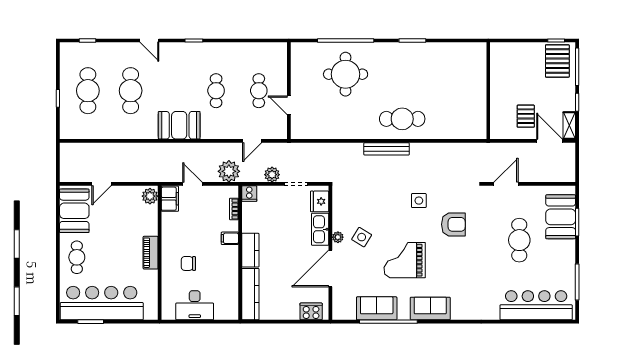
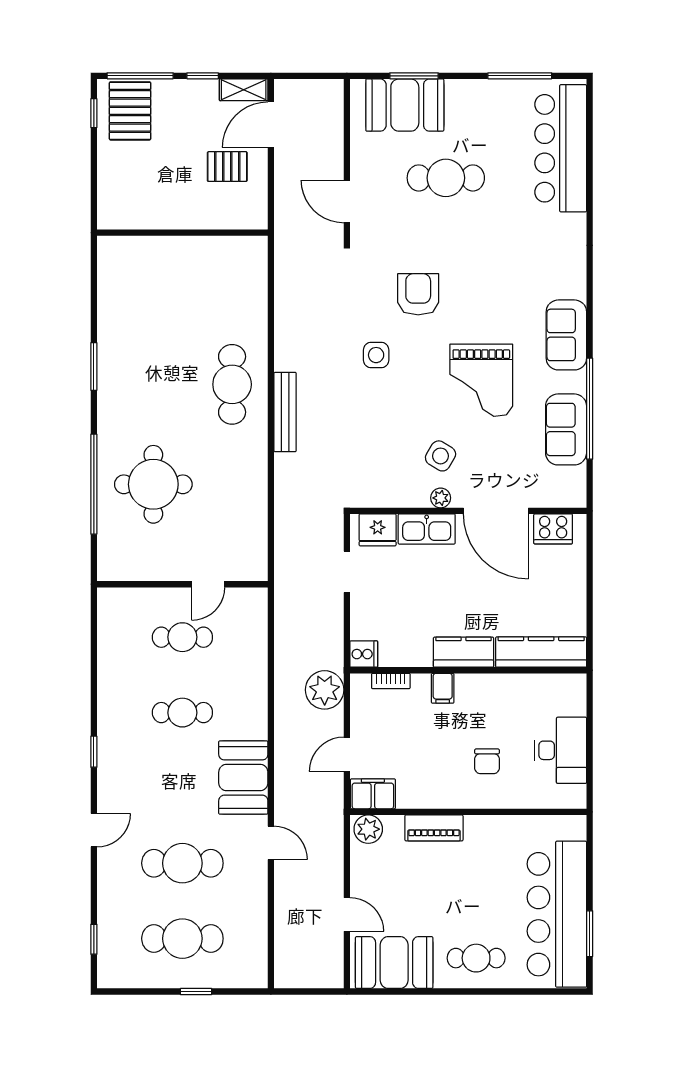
pallet: (557, 61) -> (130, 111), turned 90
door: (252, 141) -> (271, 843), moved
plant: (272, 175) -> (330, 614), removed
piano: (151, 253) -> (434, 828), moved
cooker: (311, 311) -> (553, 529), moved, turned -90

